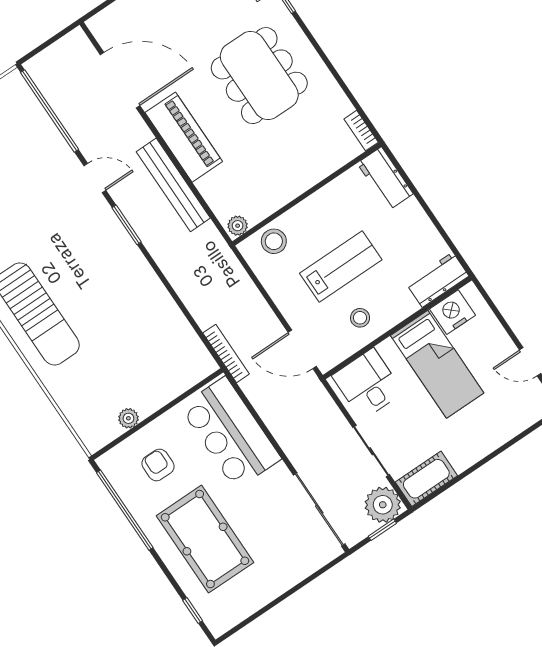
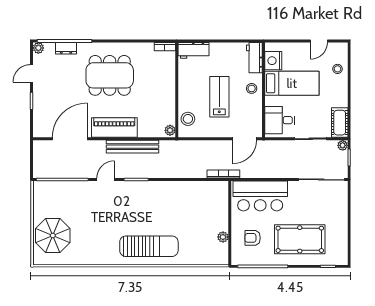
stool: (360, 318) -> (252, 88), moved
stool: (507, 420) -> (338, 69), added
plant: (383, 505) -> (343, 145), width x0.53, depth x0.53

